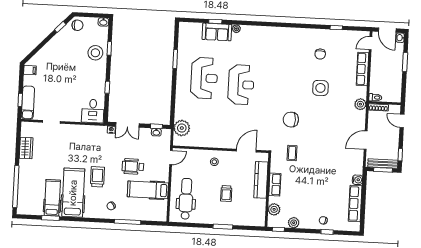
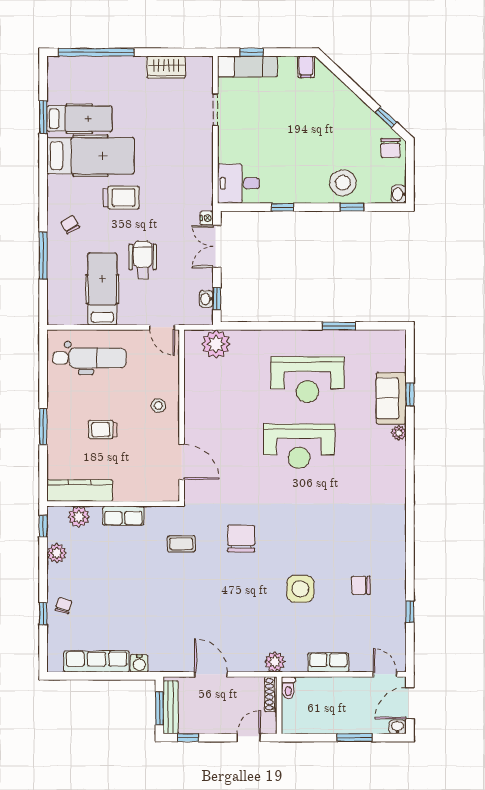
row of seats: (363, 69) -> (328, 662), width x0.68
kitchen counter: (261, 180) -> (80, 491), moved

